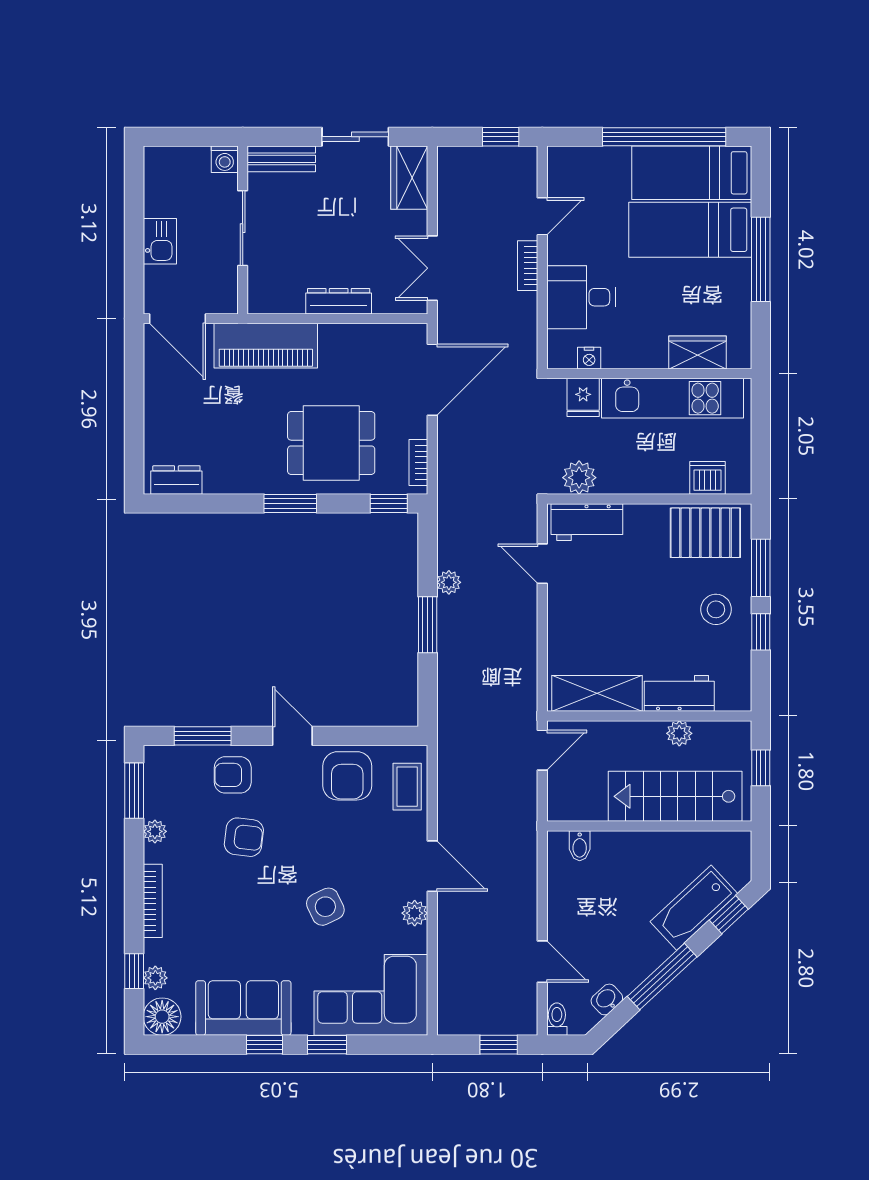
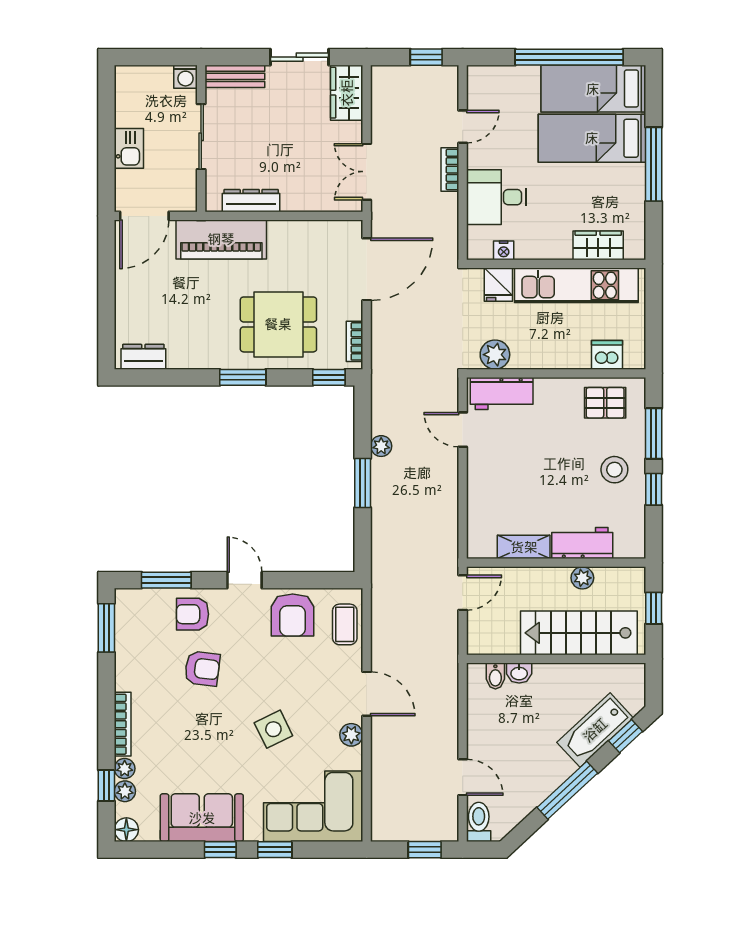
dresser: (339, 301) -> (251, 201), moved
door: (177, 319) -> (144, 216), hinge flipped
pallet: (705, 533) -> (605, 403), width x0.67, depth x0.71
shelving: (597, 693) -> (524, 547), width x0.67, depth x0.75
plant: (155, 831) -> (125, 769), moved
washbasin: (607, 999) -> (519, 673), moved, turned -137
floor lamp: (162, 1017) -> (126, 830), width x0.73, depth x0.73
toilet: (557, 1019) -> (479, 822), width x1.37, depth x1.39

